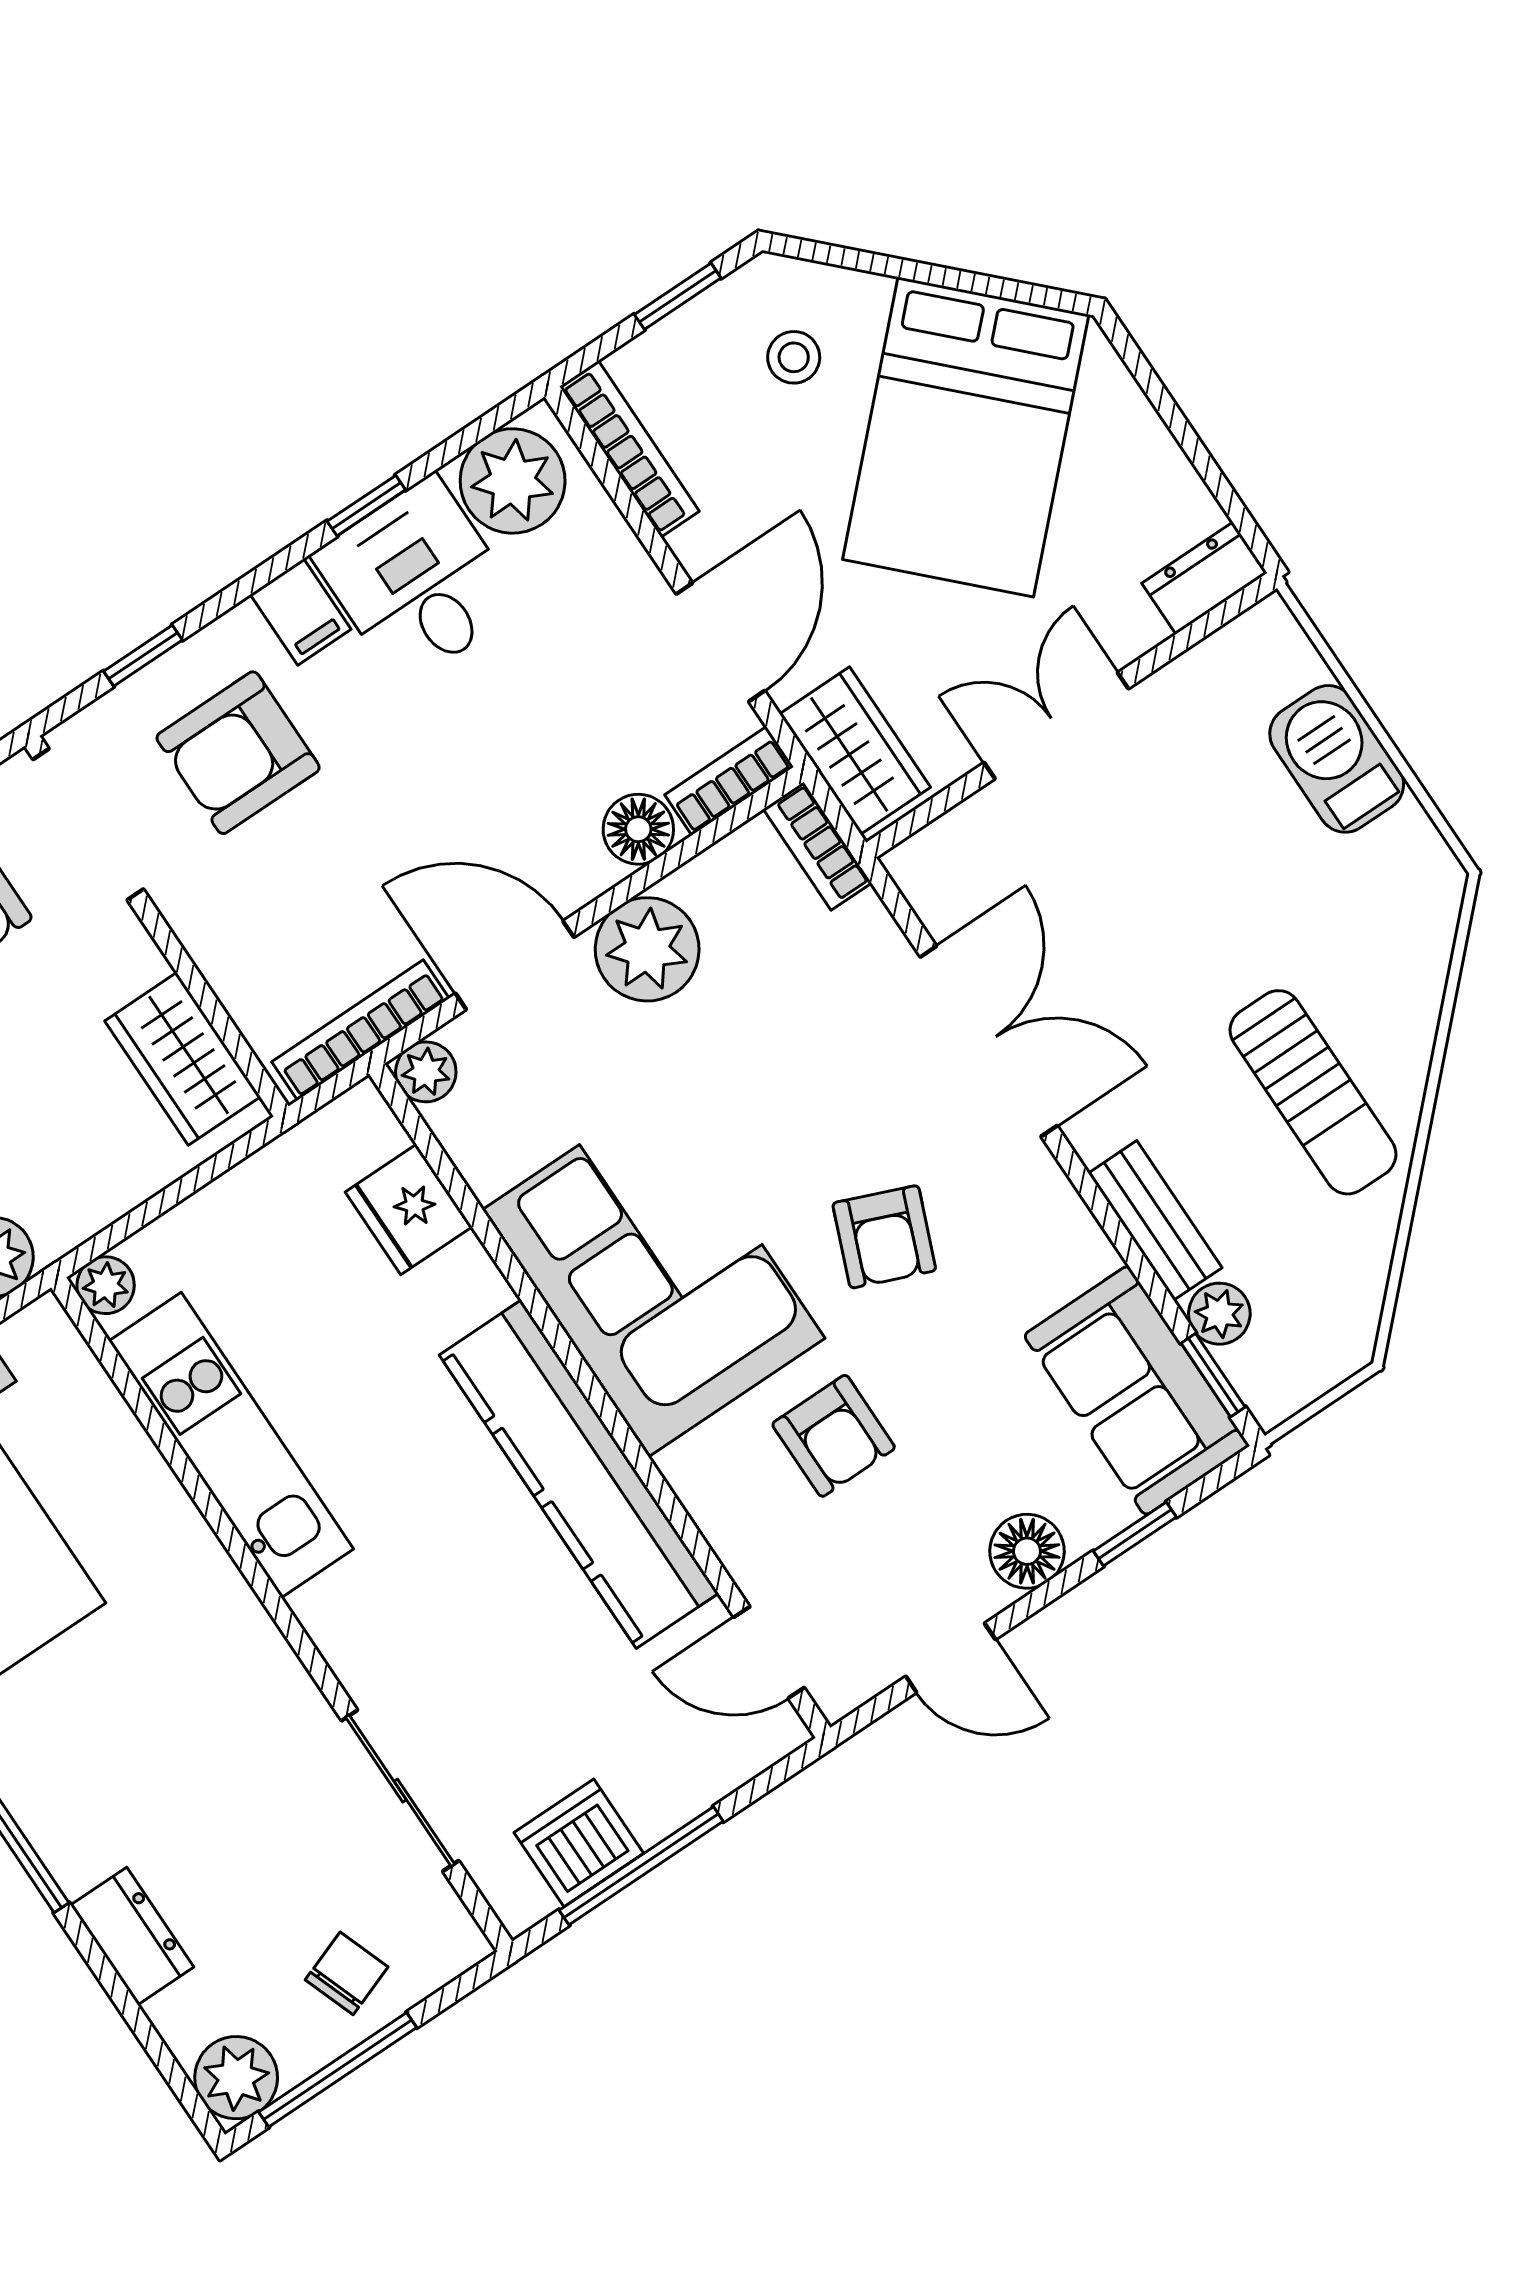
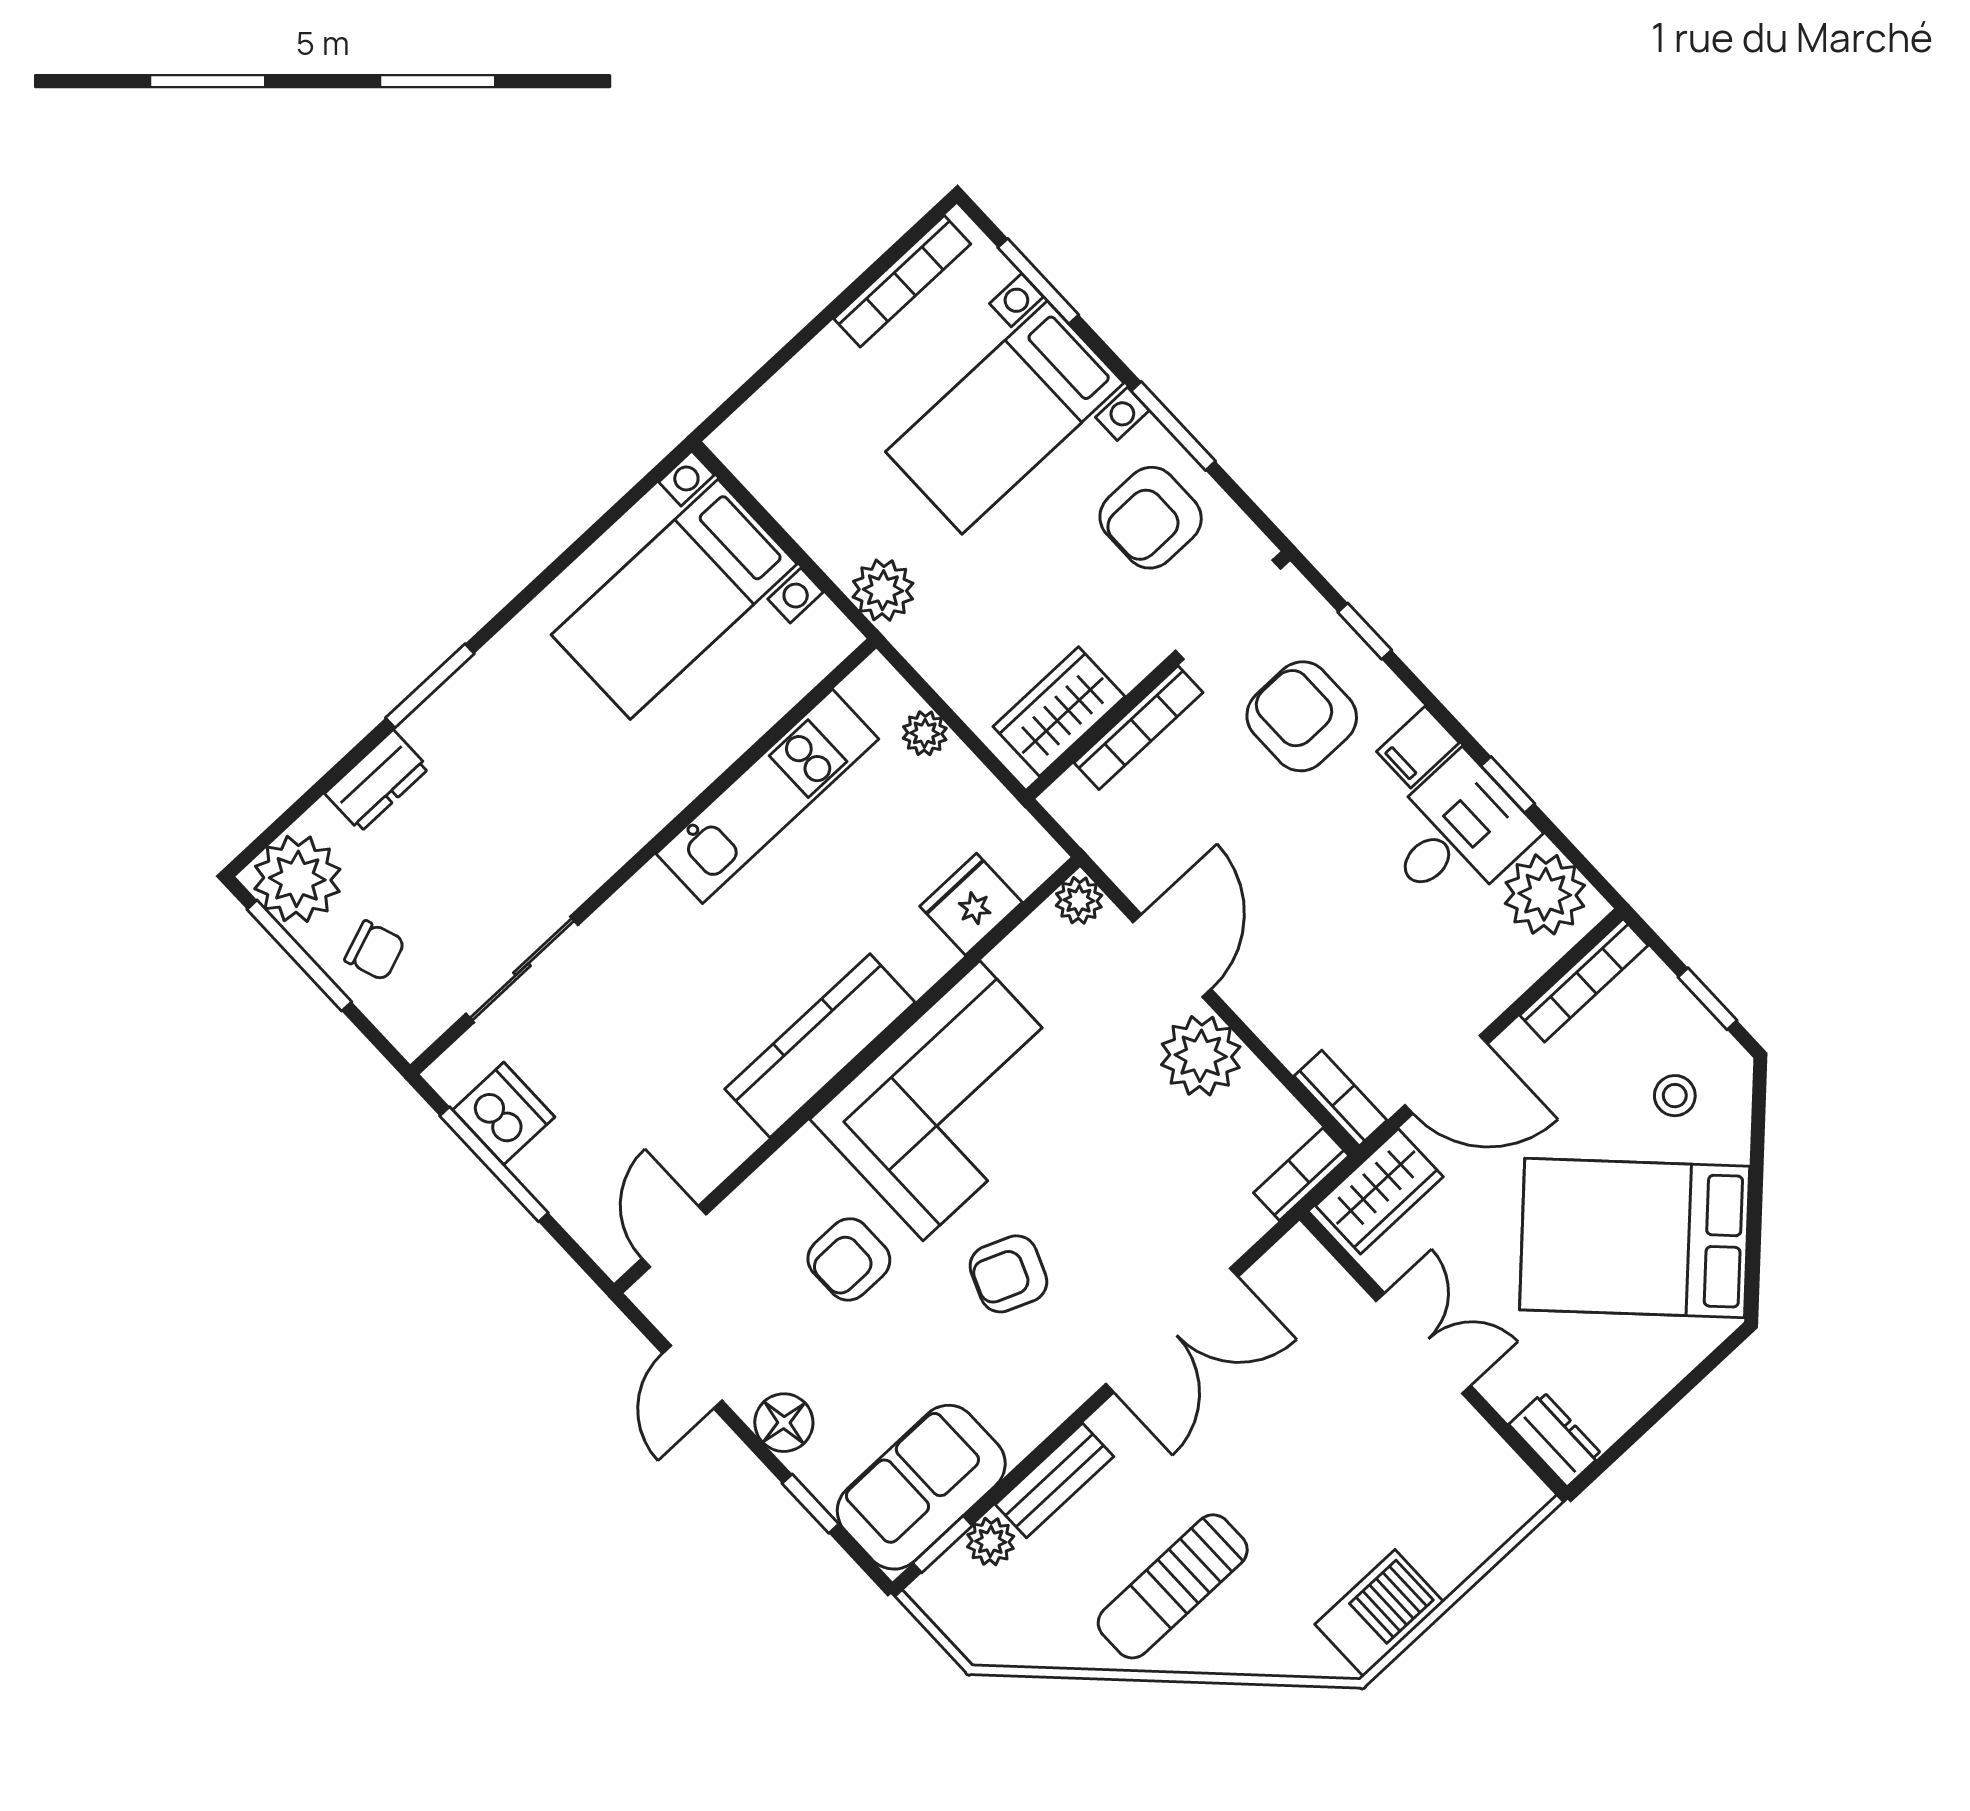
barbecue: (1337, 759) -> (1379, 1613), moved
floor lamp: (638, 829) -> (1292, 1034), removed
bookcase: (360, 1030) -> (1139, 728), moved, turned 90
plant: (106, 1285) -> (925, 733), moved
kitchen counter: (579, 1474) -> (820, 1046), width x0.72, depth x0.86
plant: (236, 2078) -> (297, 879), width x1.36, depth x1.36

